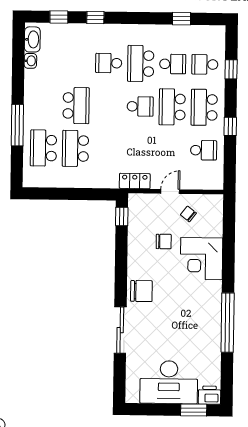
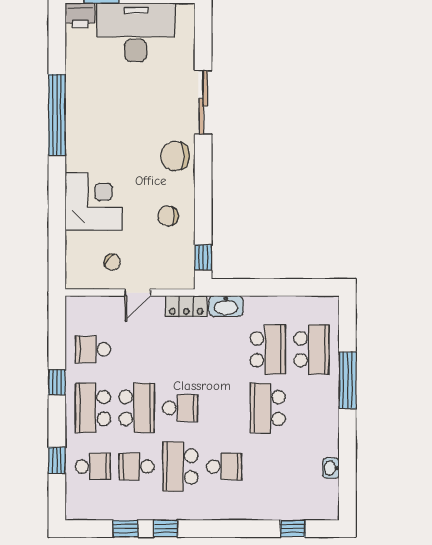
window: (95, 17) -> (166, 529), moved
washbasin: (32, 39) -> (226, 306), moved, turned -90
school desk: (141, 64) -> (180, 467), turned 180
school desk: (140, 106) -> (180, 408), turned 180
school desk: (204, 107) -> (93, 408), turned 180
chair: (164, 241) -> (168, 216), moved

